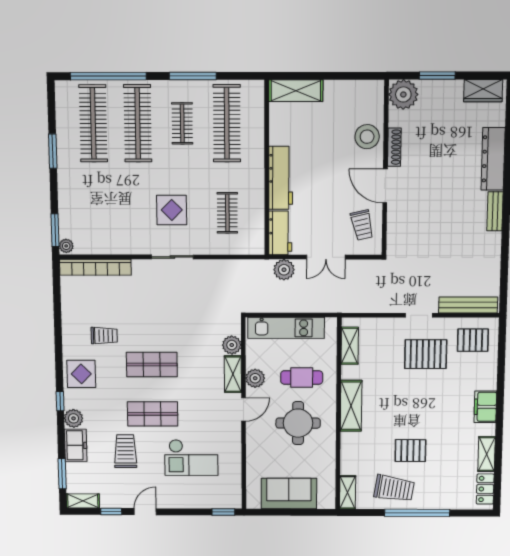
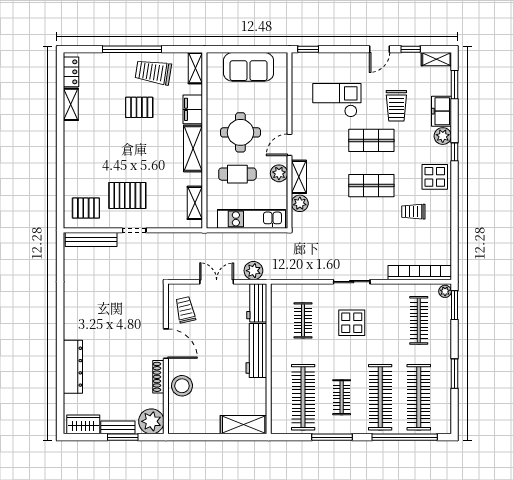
bench: (495, 211) -> (118, 427), moved, turned 90
clothes rail: (95, 213) -> (419, 320), added
filing cabinet: (485, 407) -> (193, 109), moved, turned 180

